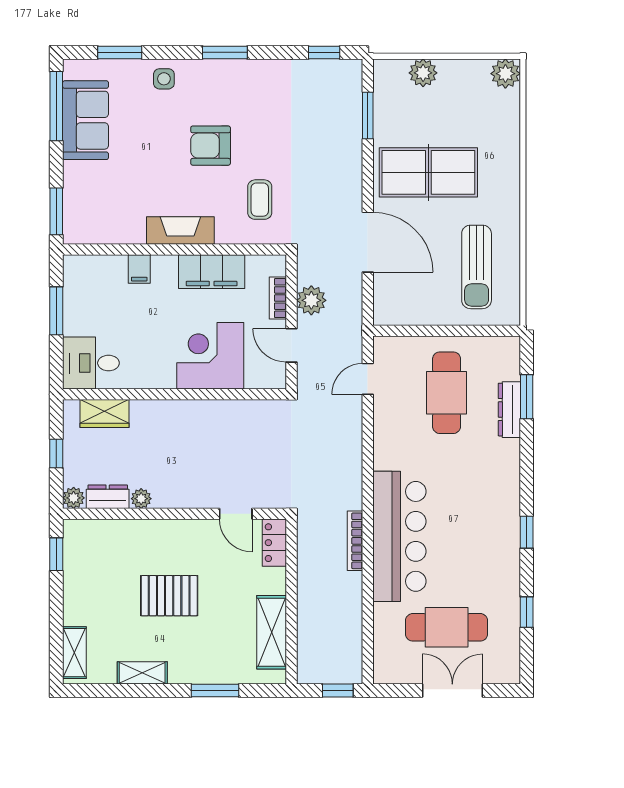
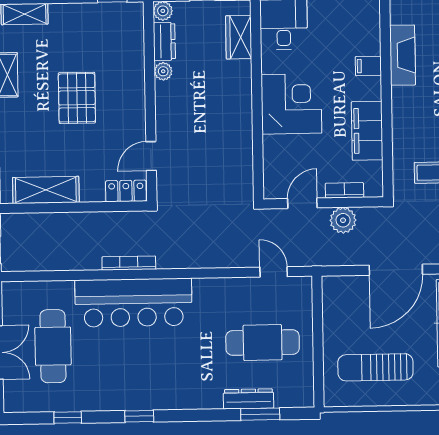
fireplace: (180, 230) -> (403, 55), moved
corner desk: (210, 356) -> (291, 104), moved

